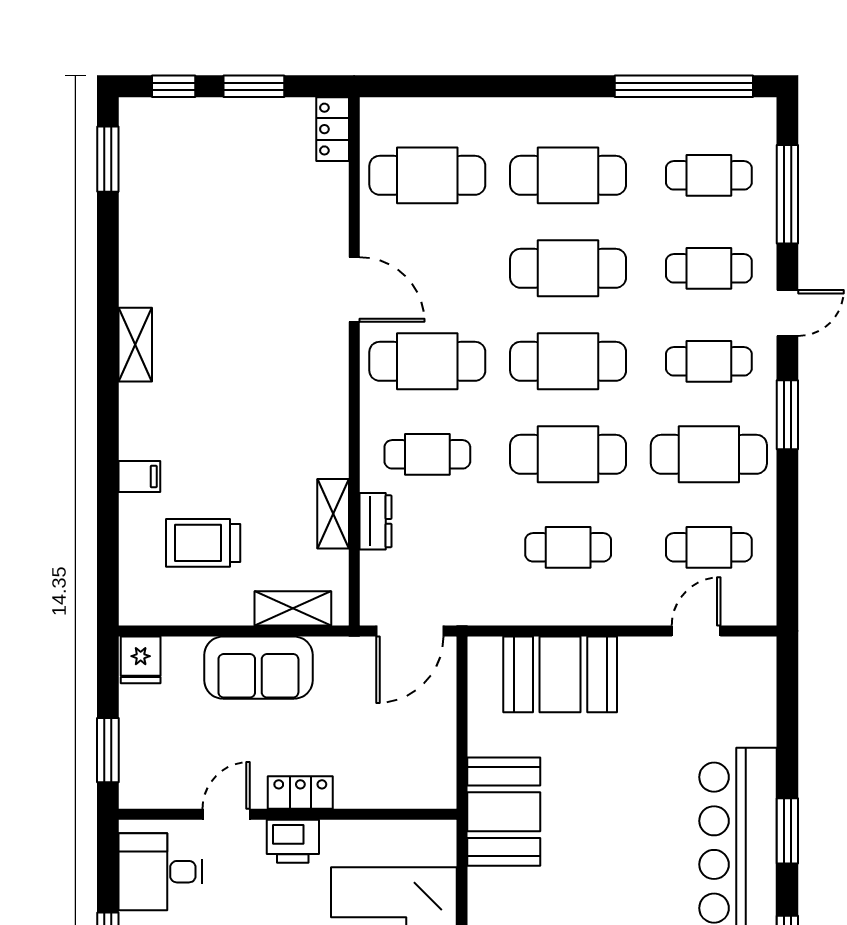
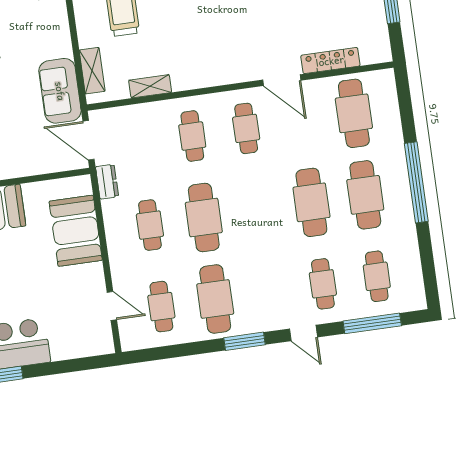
window: (684, 86) -> (416, 182), moved
locker: (333, 129) -> (330, 61), moved, width x1.53
door: (354, 289) -> (282, 80), hinge flipped
cafe table: (427, 361) -> (246, 128), width x0.73, depth x0.74
cafe table: (568, 361) -> (258, 210), removed
cafe table: (709, 361) -> (269, 291), removed
dresser: (376, 521) -> (107, 182), moved, turned -90
sofa: (258, 668) -> (60, 91), moved

